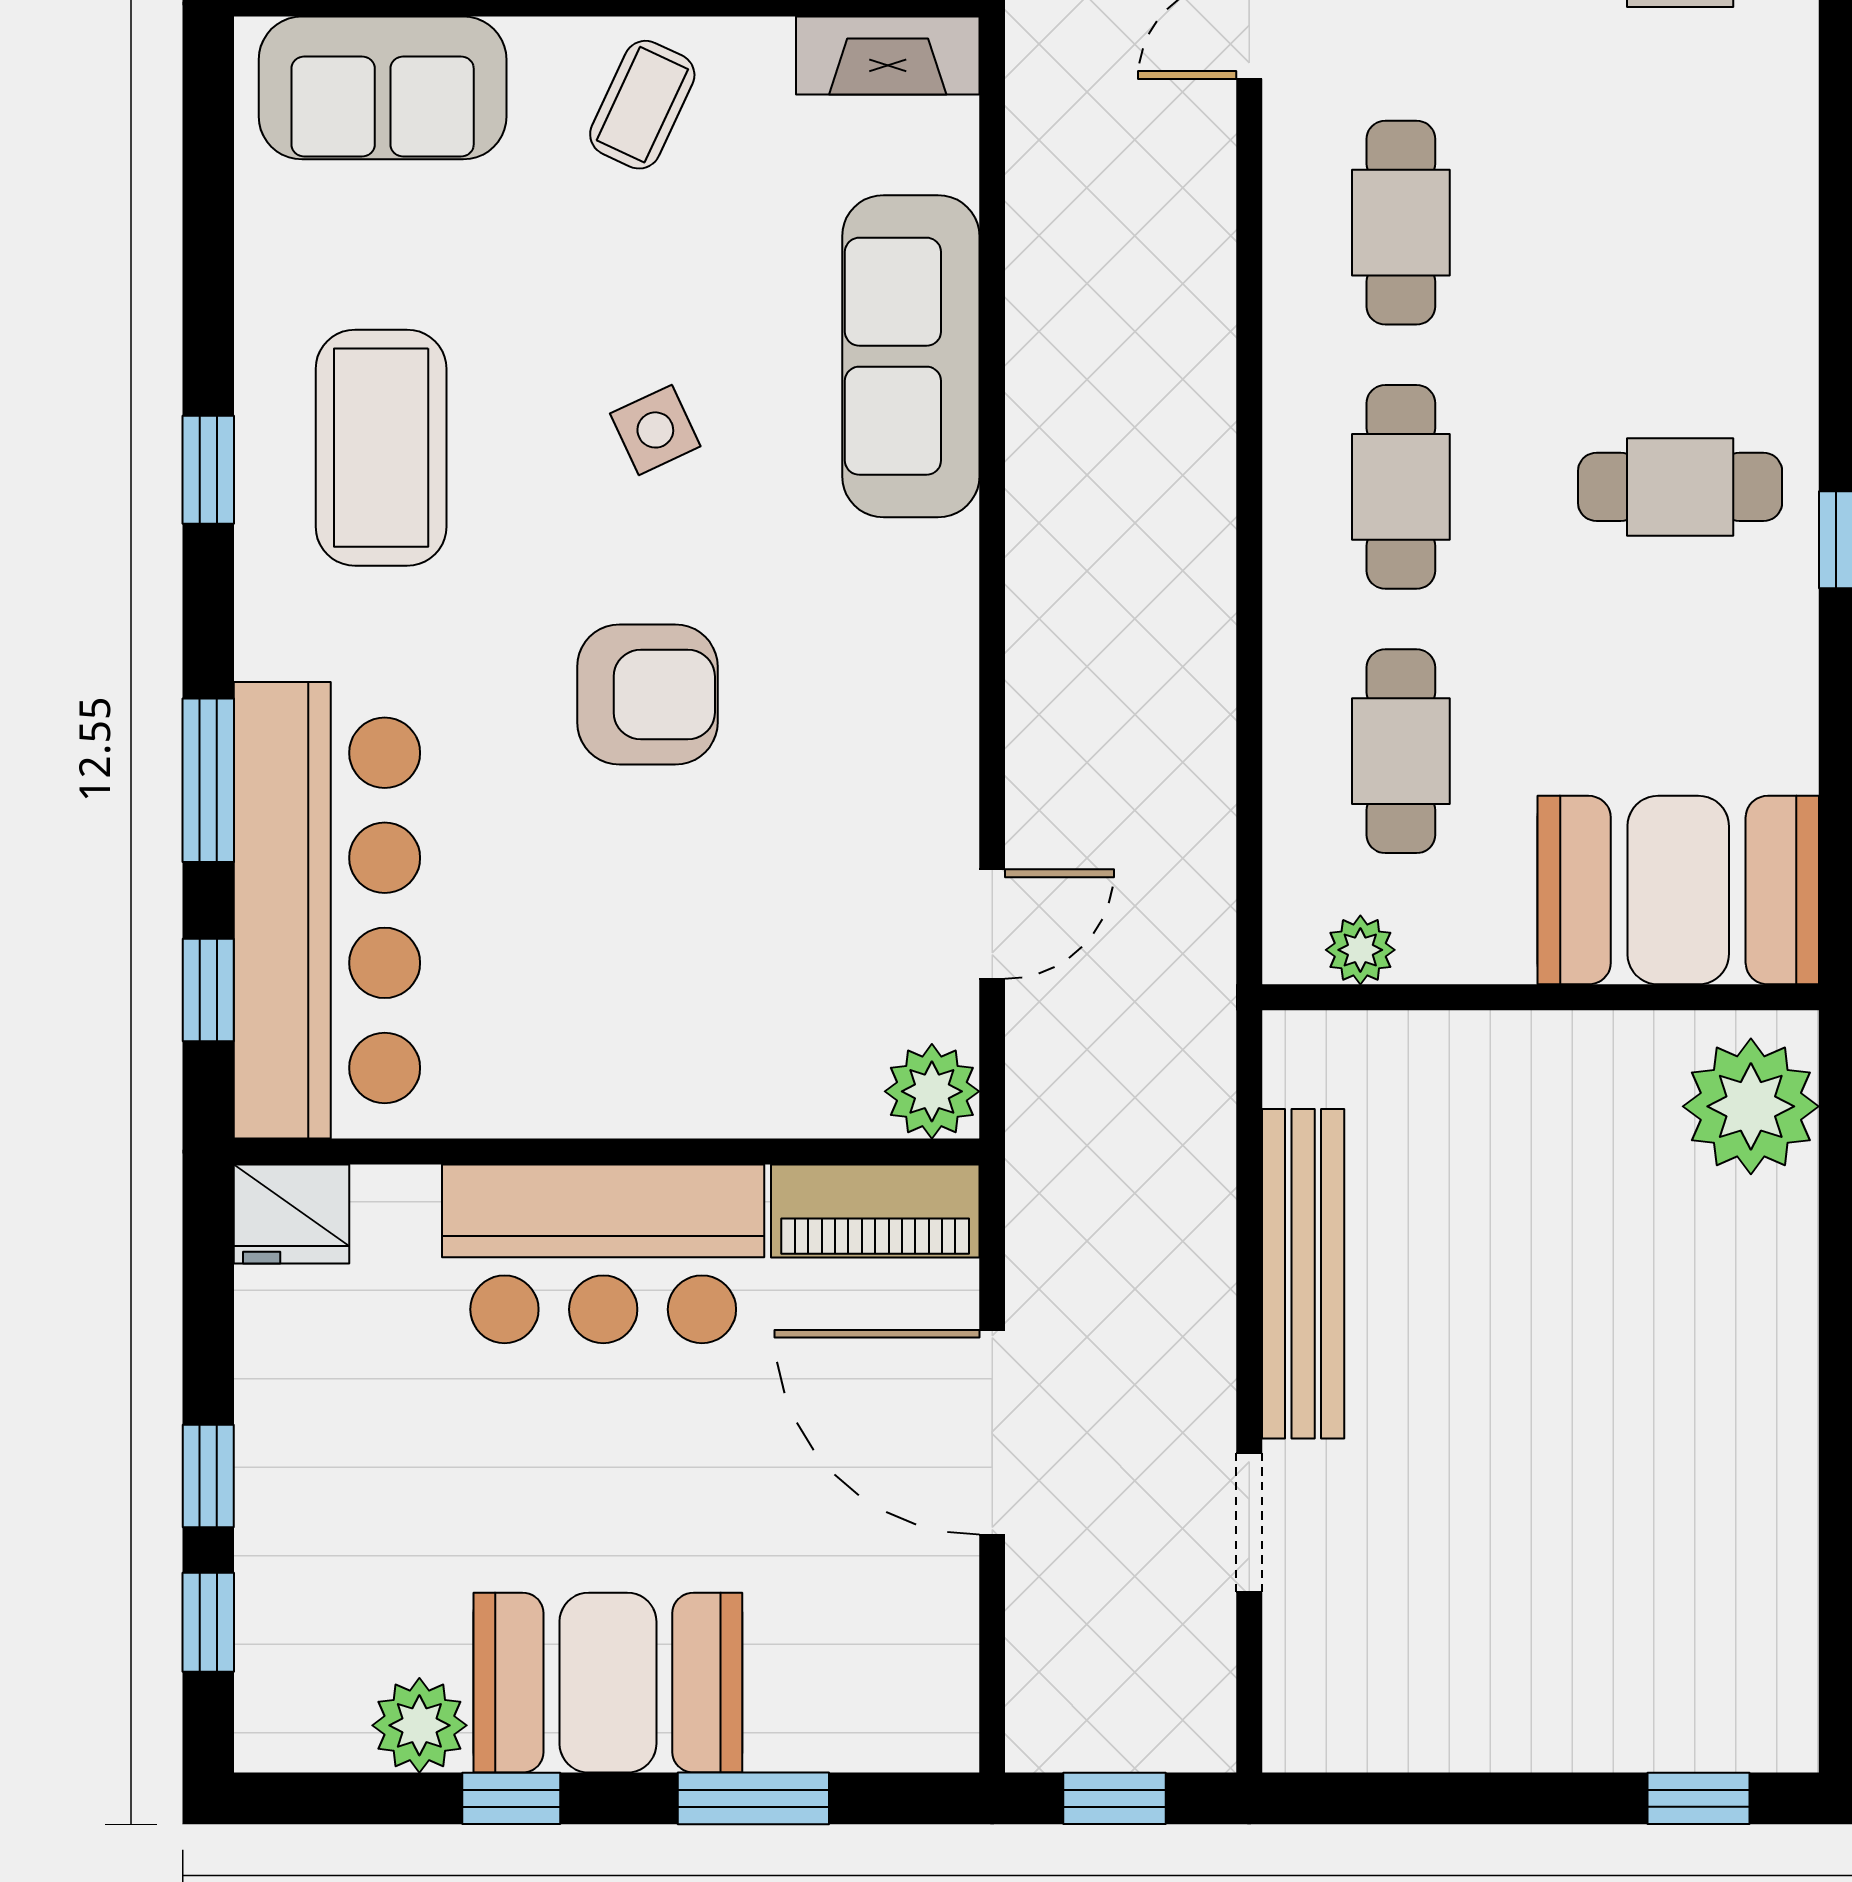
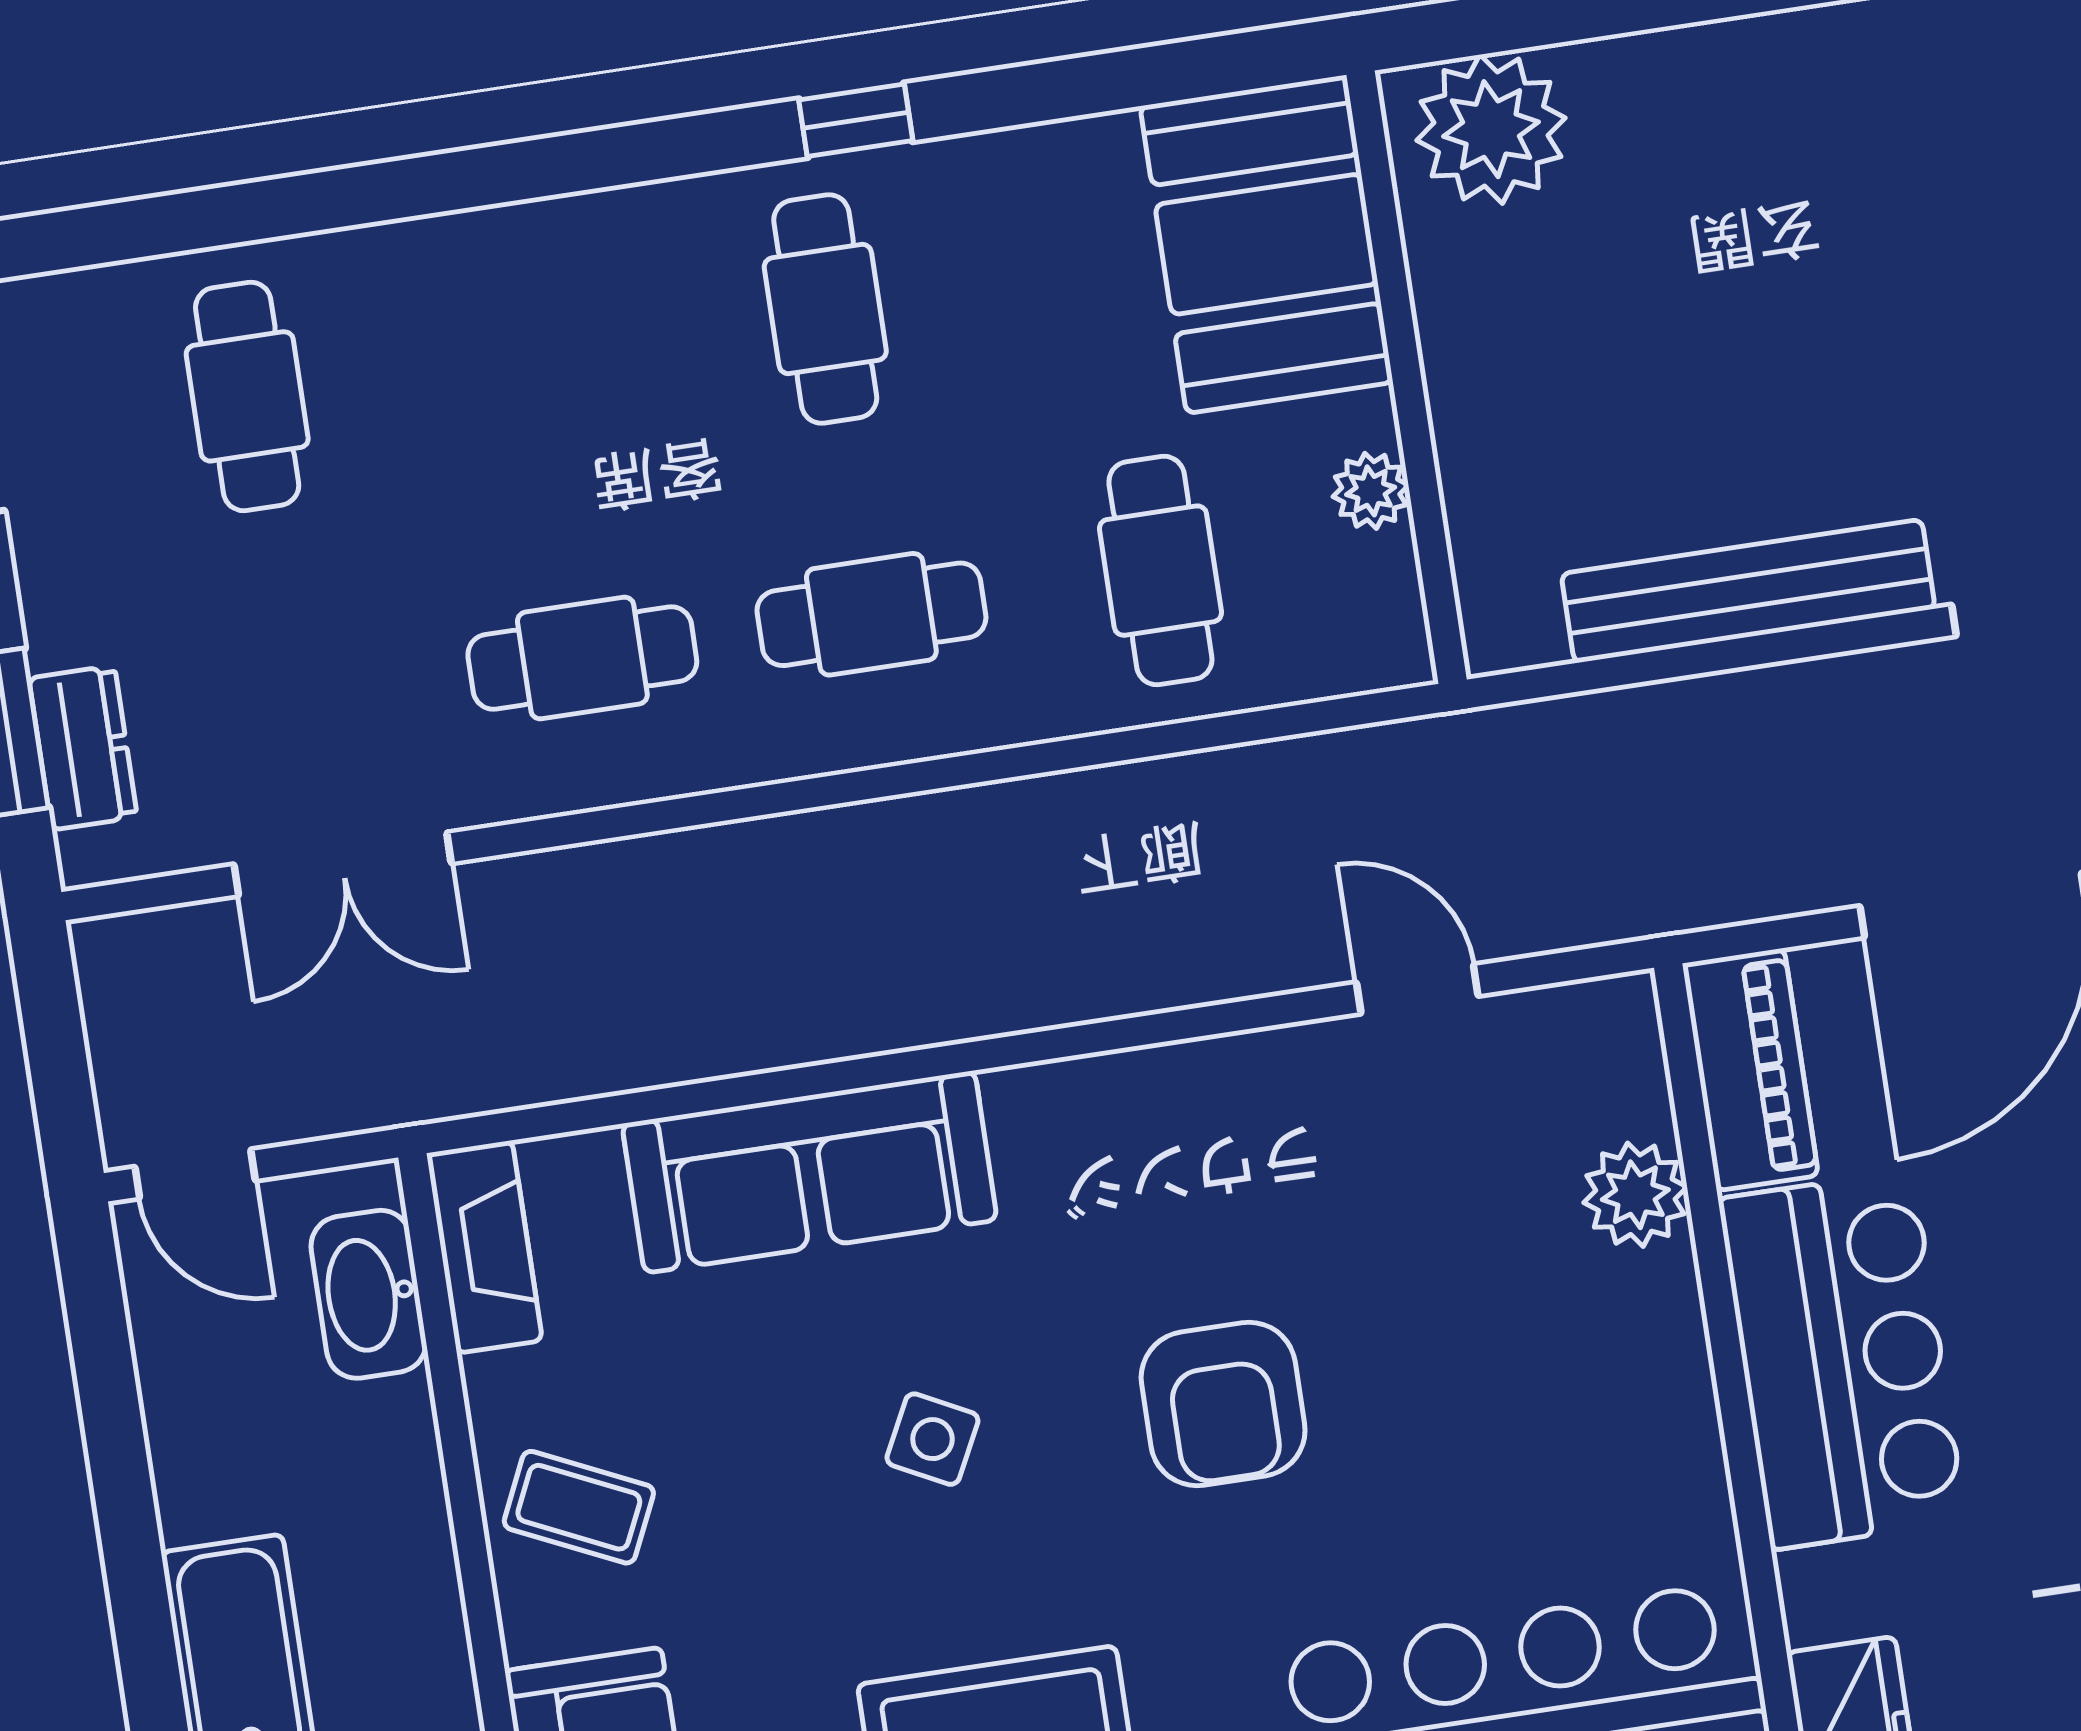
side table: (655, 430) -> (932, 1439), turned -38
armchair: (647, 695) -> (1223, 1404), turned 180
cafe table: (1401, 751) -> (1160, 571), turned 90
plant: (1360, 950) -> (1371, 491), moved
plant: (932, 1091) -> (1635, 1195), moved

